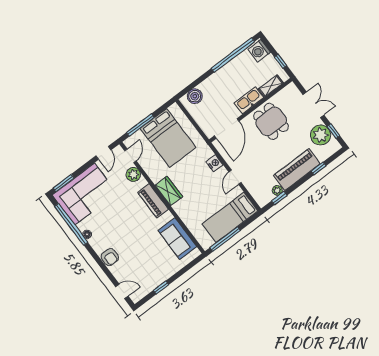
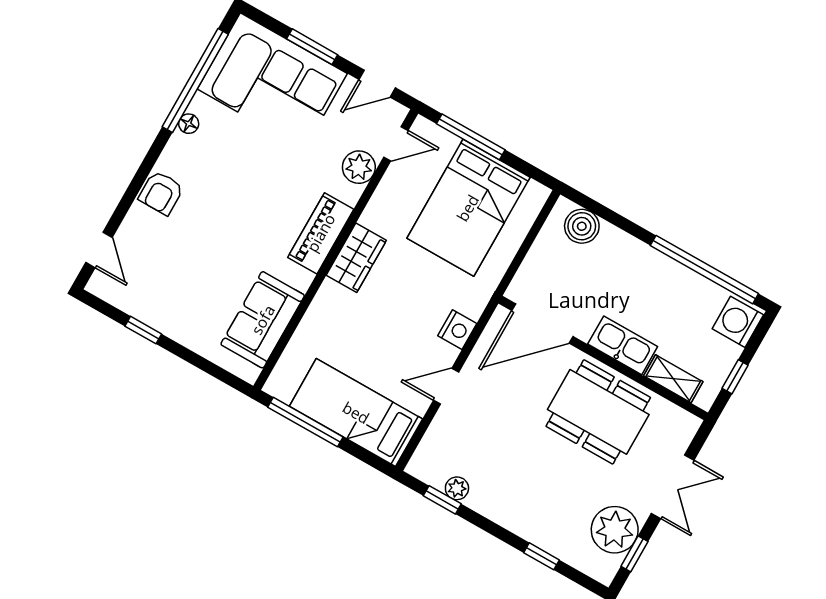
dining table: (271, 121) -> (598, 412), width x1.38
piano: (297, 170) -> (519, 511), removed
window: (64, 183) -> (312, 47), moved

